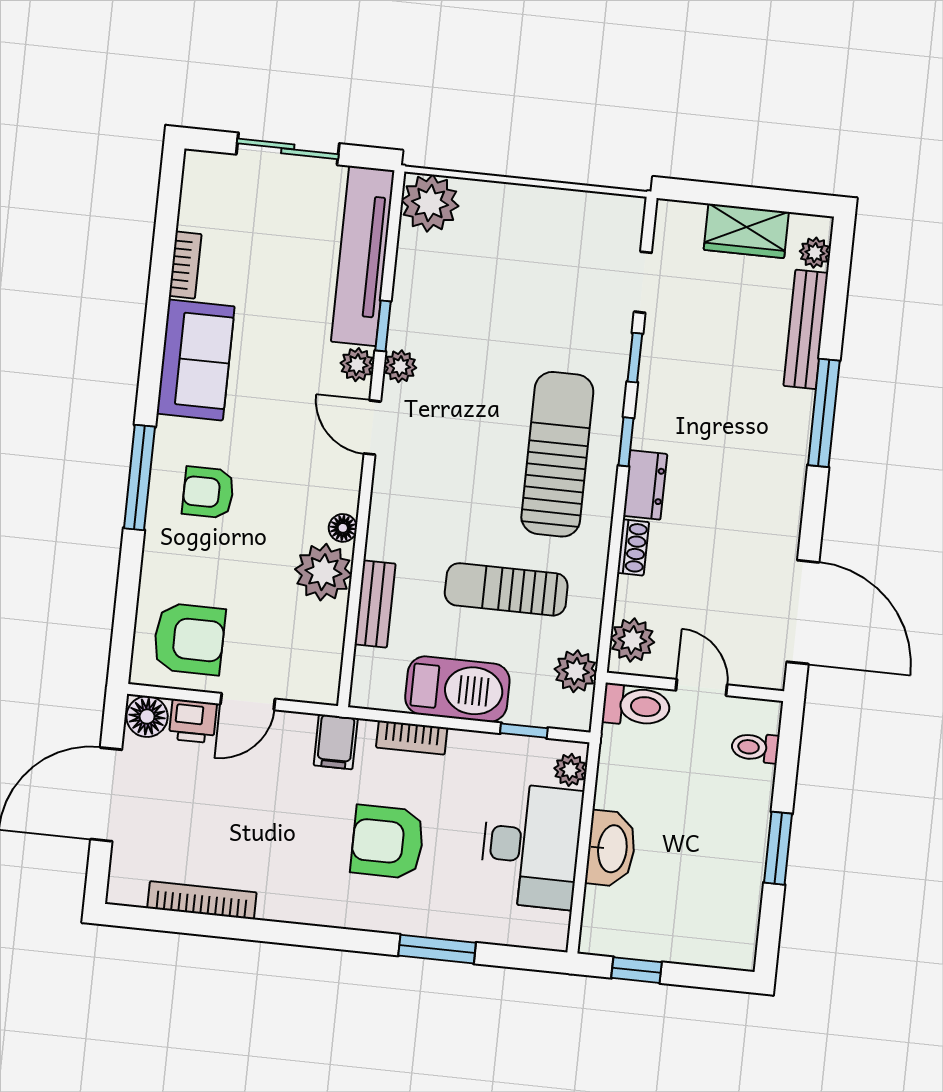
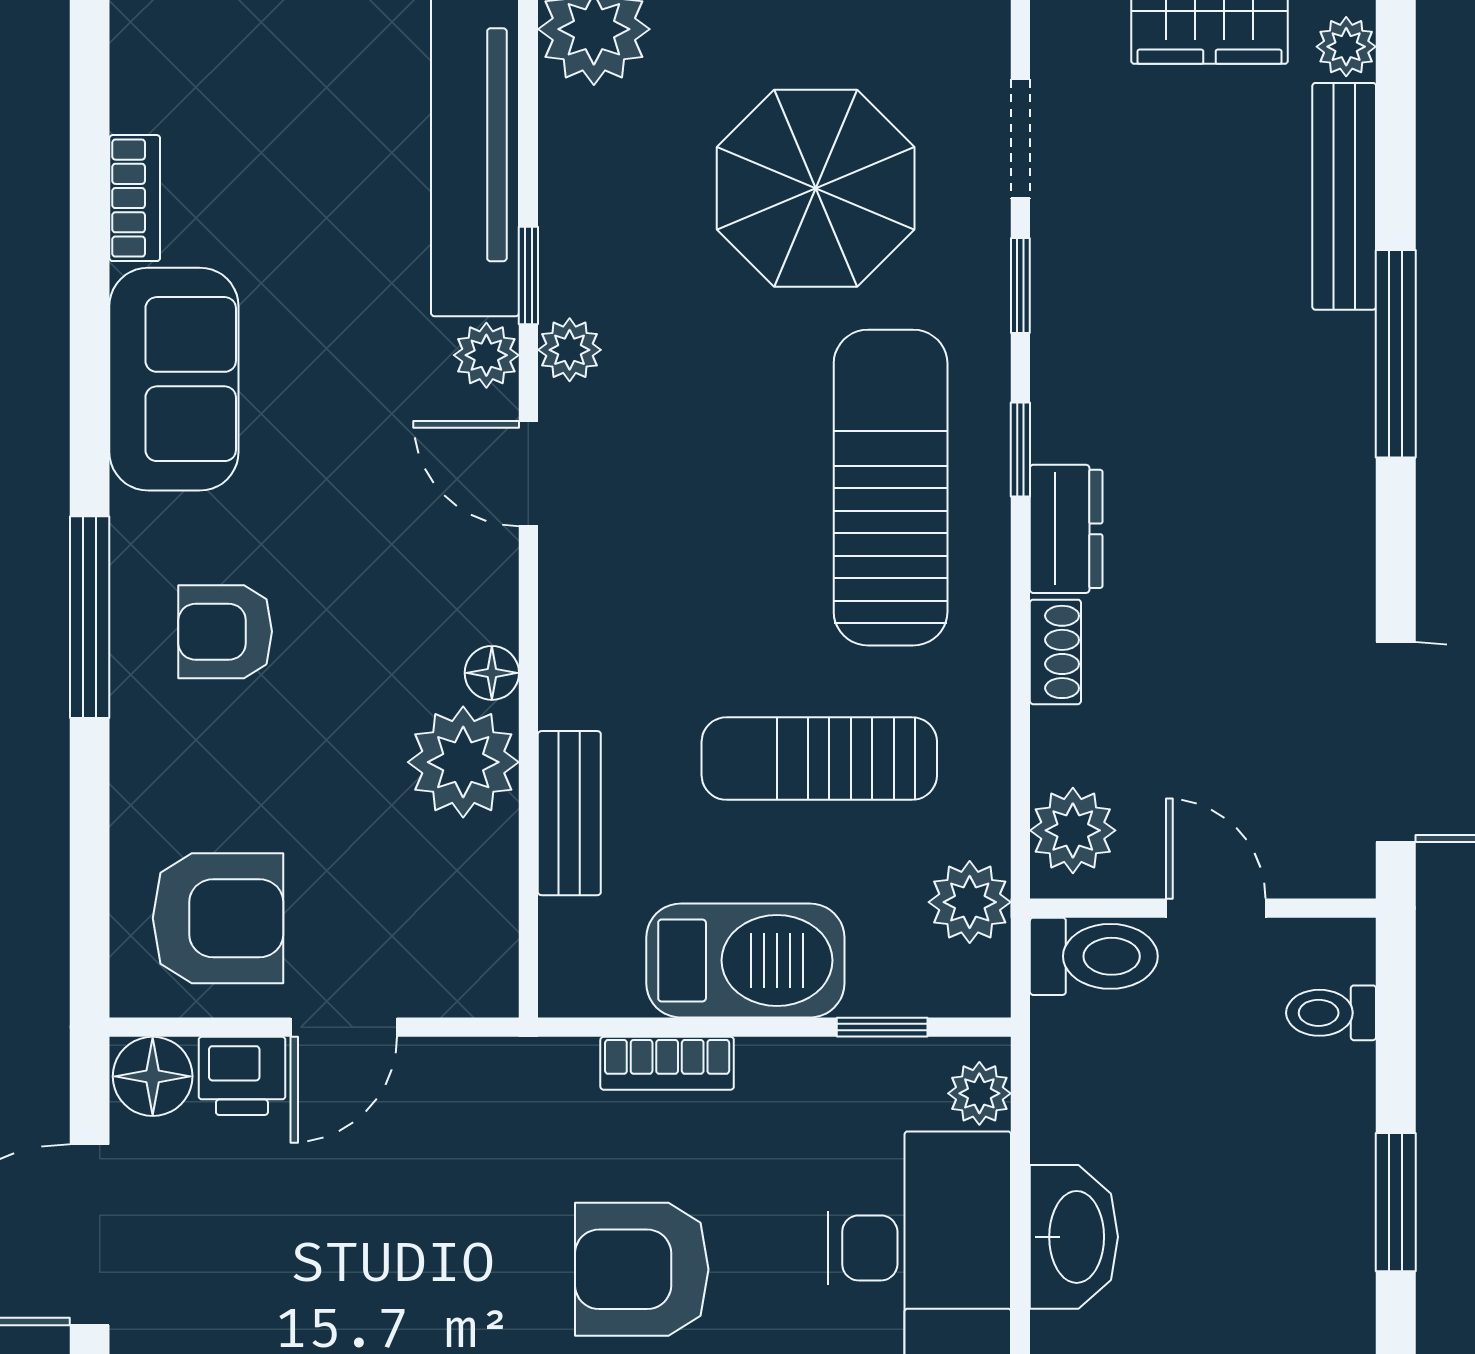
parasol: (535, 297) -> (816, 188), added
filing cabinet: (336, 742) -> (522, 1087), removed

